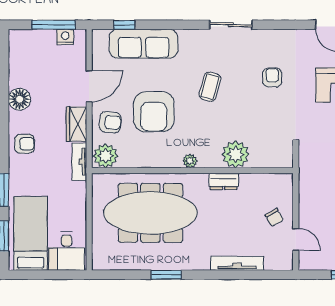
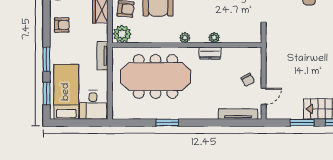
plant: (236, 154) -> (214, 38), width x0.53, depth x0.53
tv unit: (79, 162) -> (103, 56), moved
door: (296, 239) -> (264, 96), hinge flipped
tv unit: (237, 263) -> (238, 114), moved

